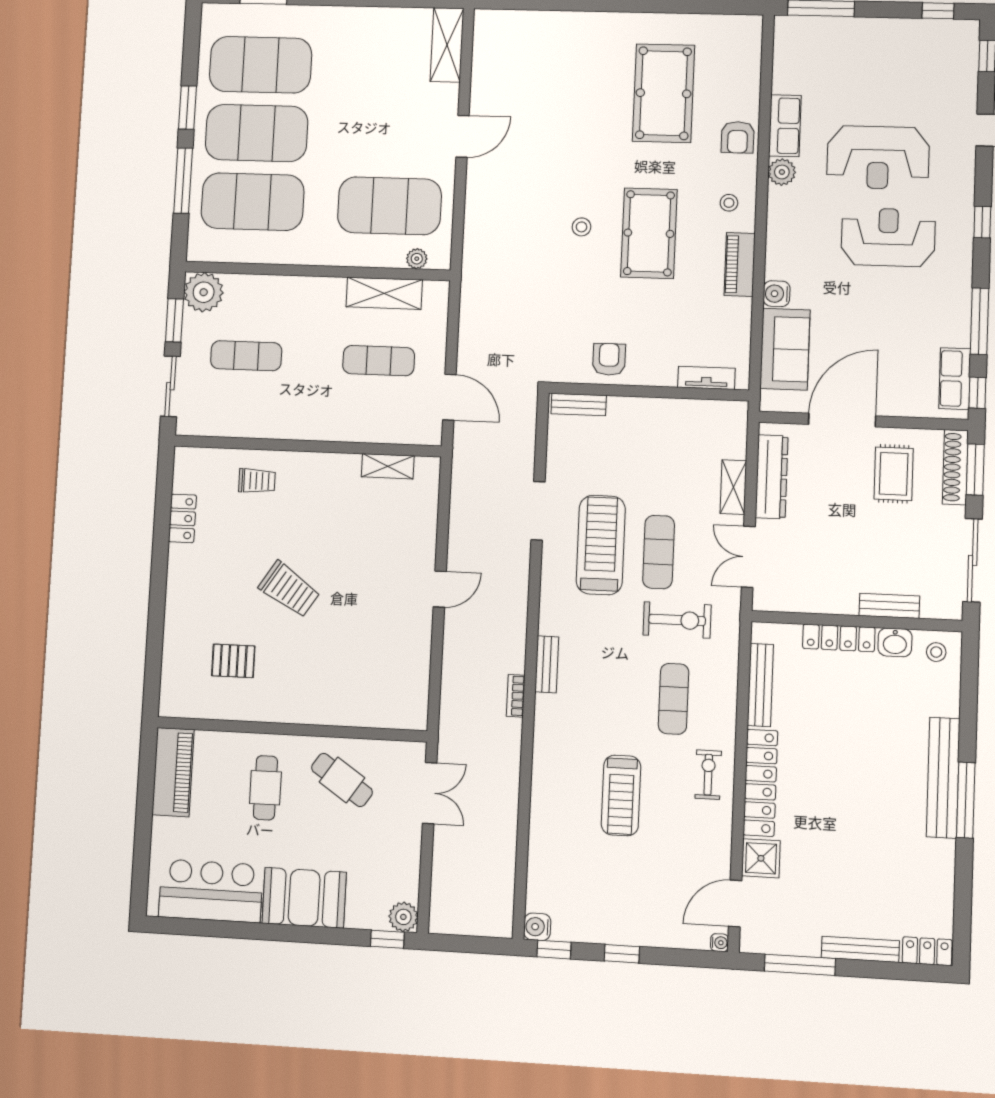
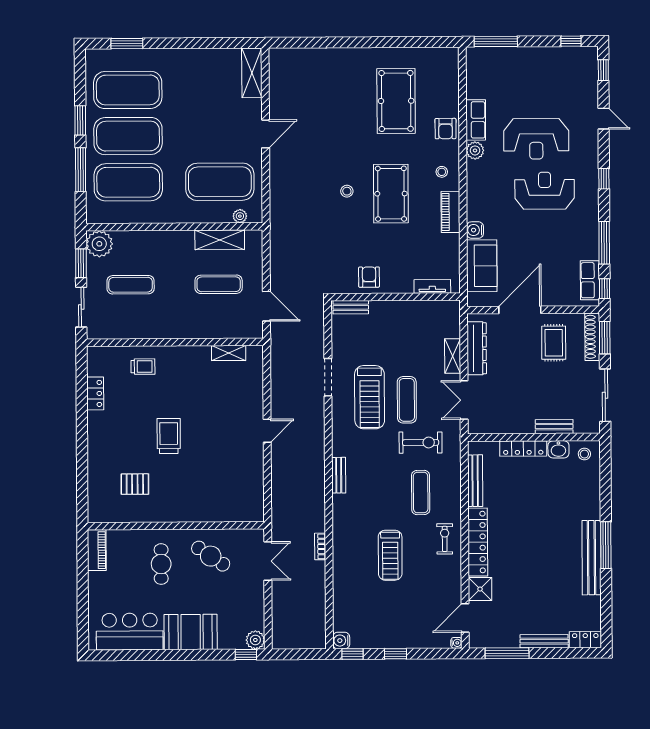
treadmill: (601, 545) -> (370, 397), turned 180
trolley: (289, 589) -> (169, 436), turned -123
bookcase: (516, 696) -> (320, 546), moved
piano: (173, 772) -> (97, 550), width x0.73, depth x0.75
bench: (943, 778) -> (592, 558), moved

